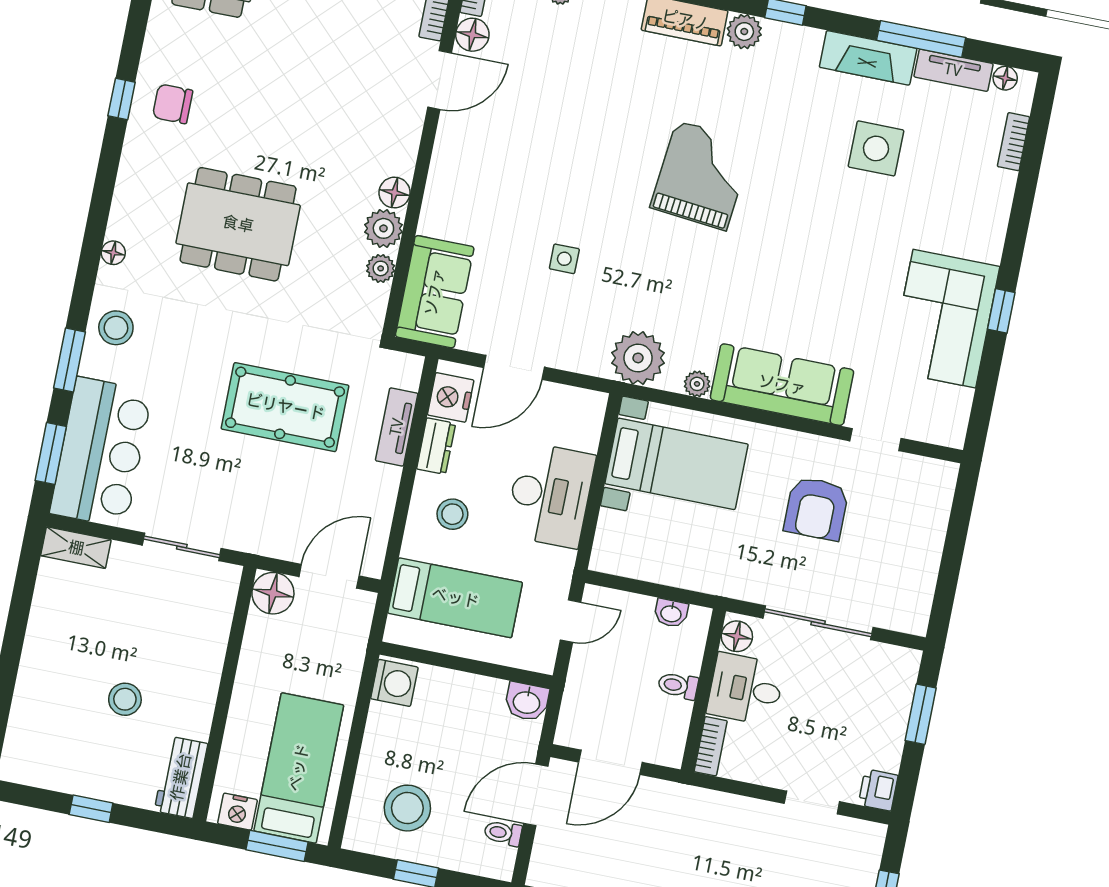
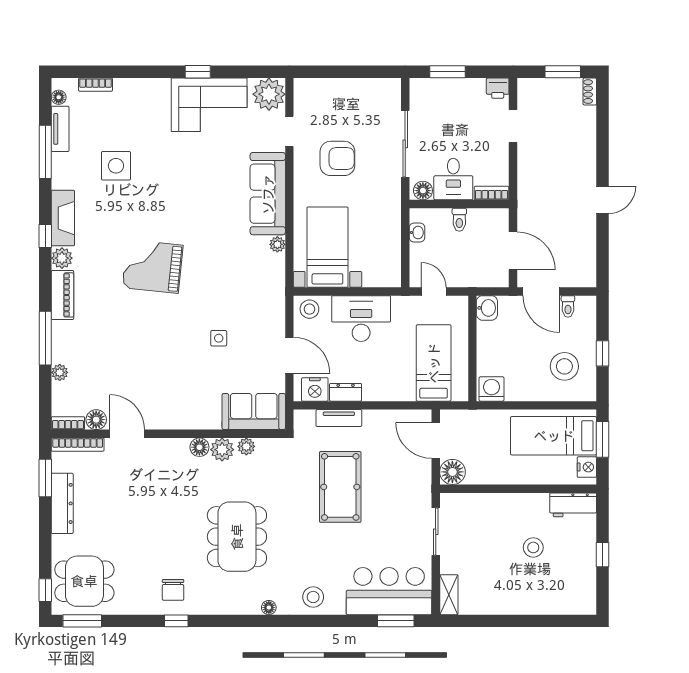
fireplace: (868, 58) -> (63, 218), moved
plant: (638, 358) -> (269, 94), moved
window: (69, 360) -> (338, 621), removed
stool: (452, 514) -> (309, 309), moved

